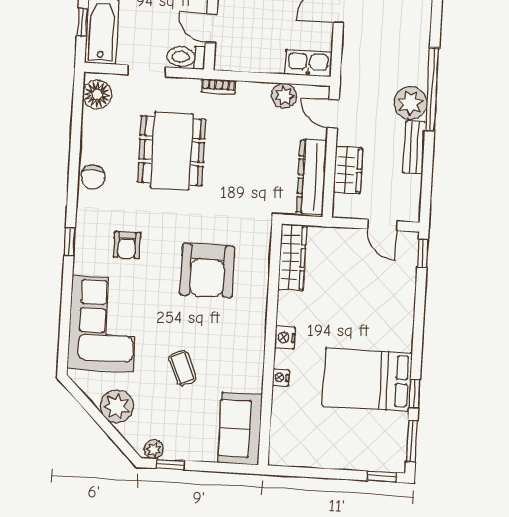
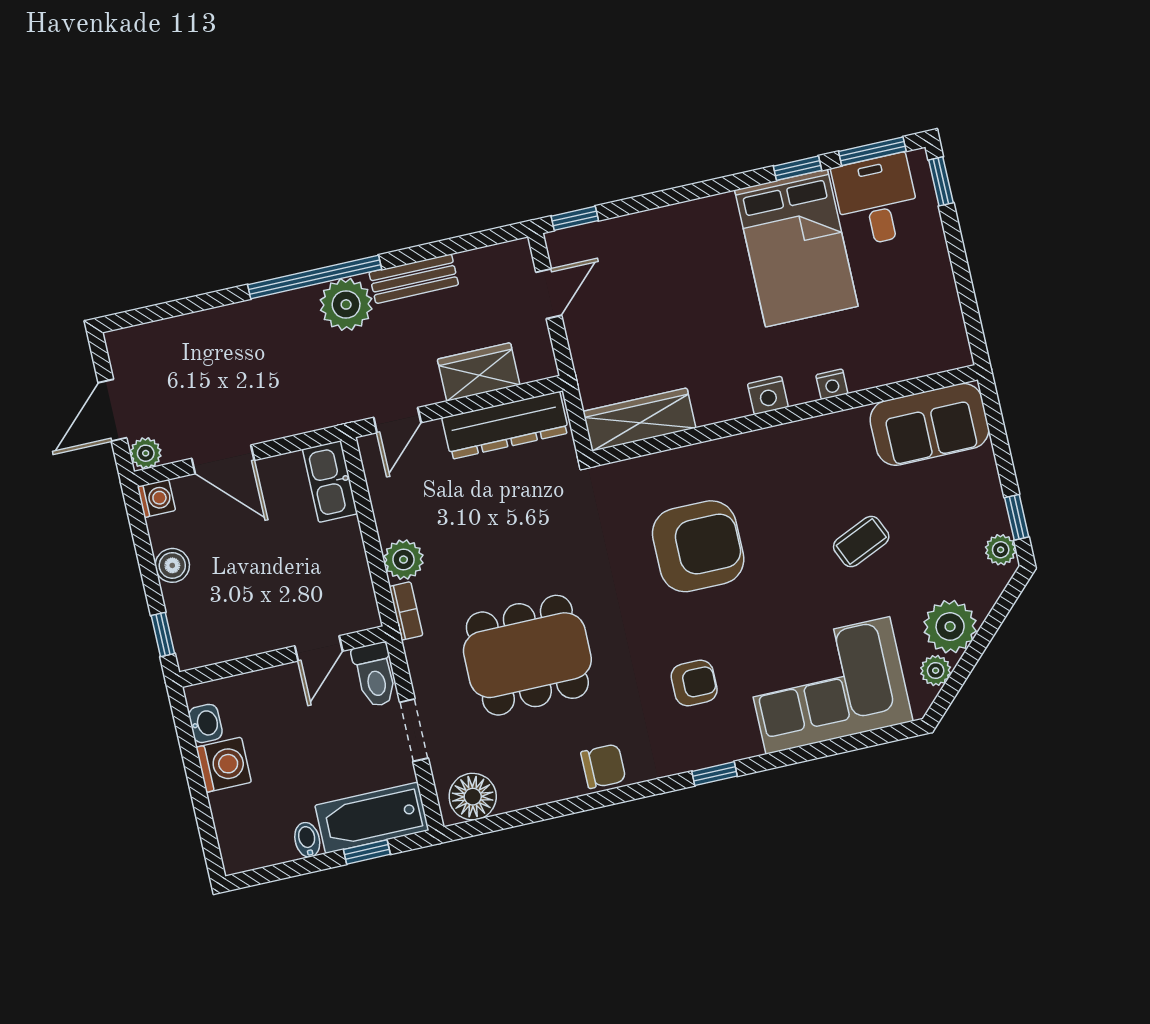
plant: (284, 96) -> (404, 560), moved
plant: (93, 390) -> (936, 671), added
desk: (382, 435) -> (877, 200), added

